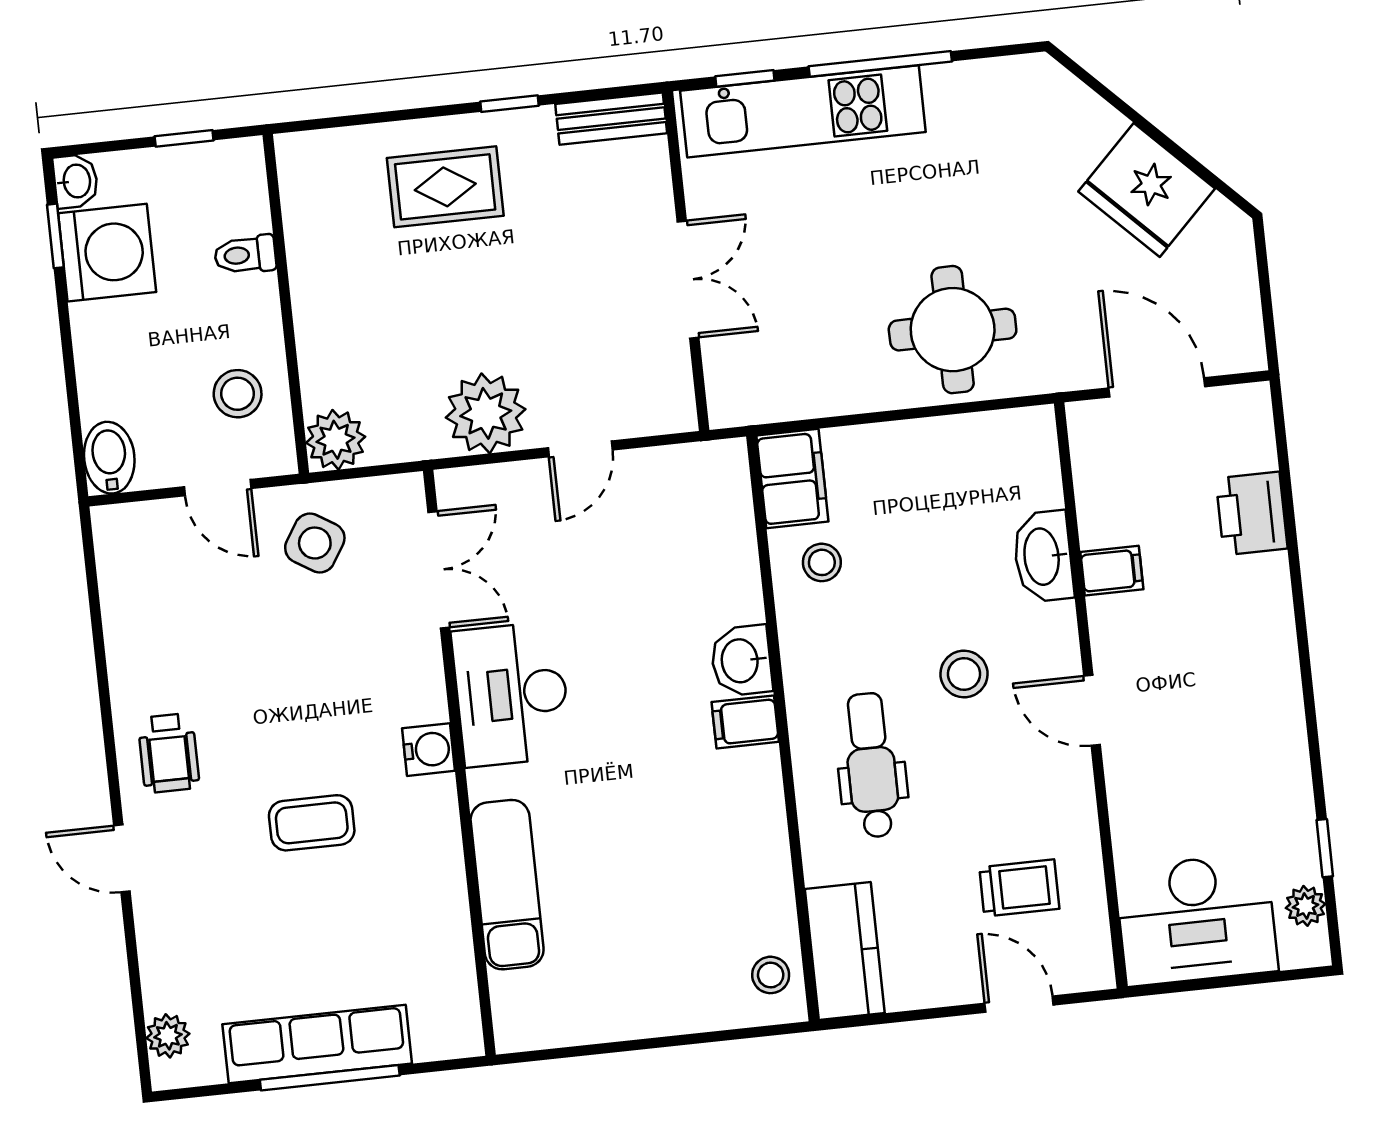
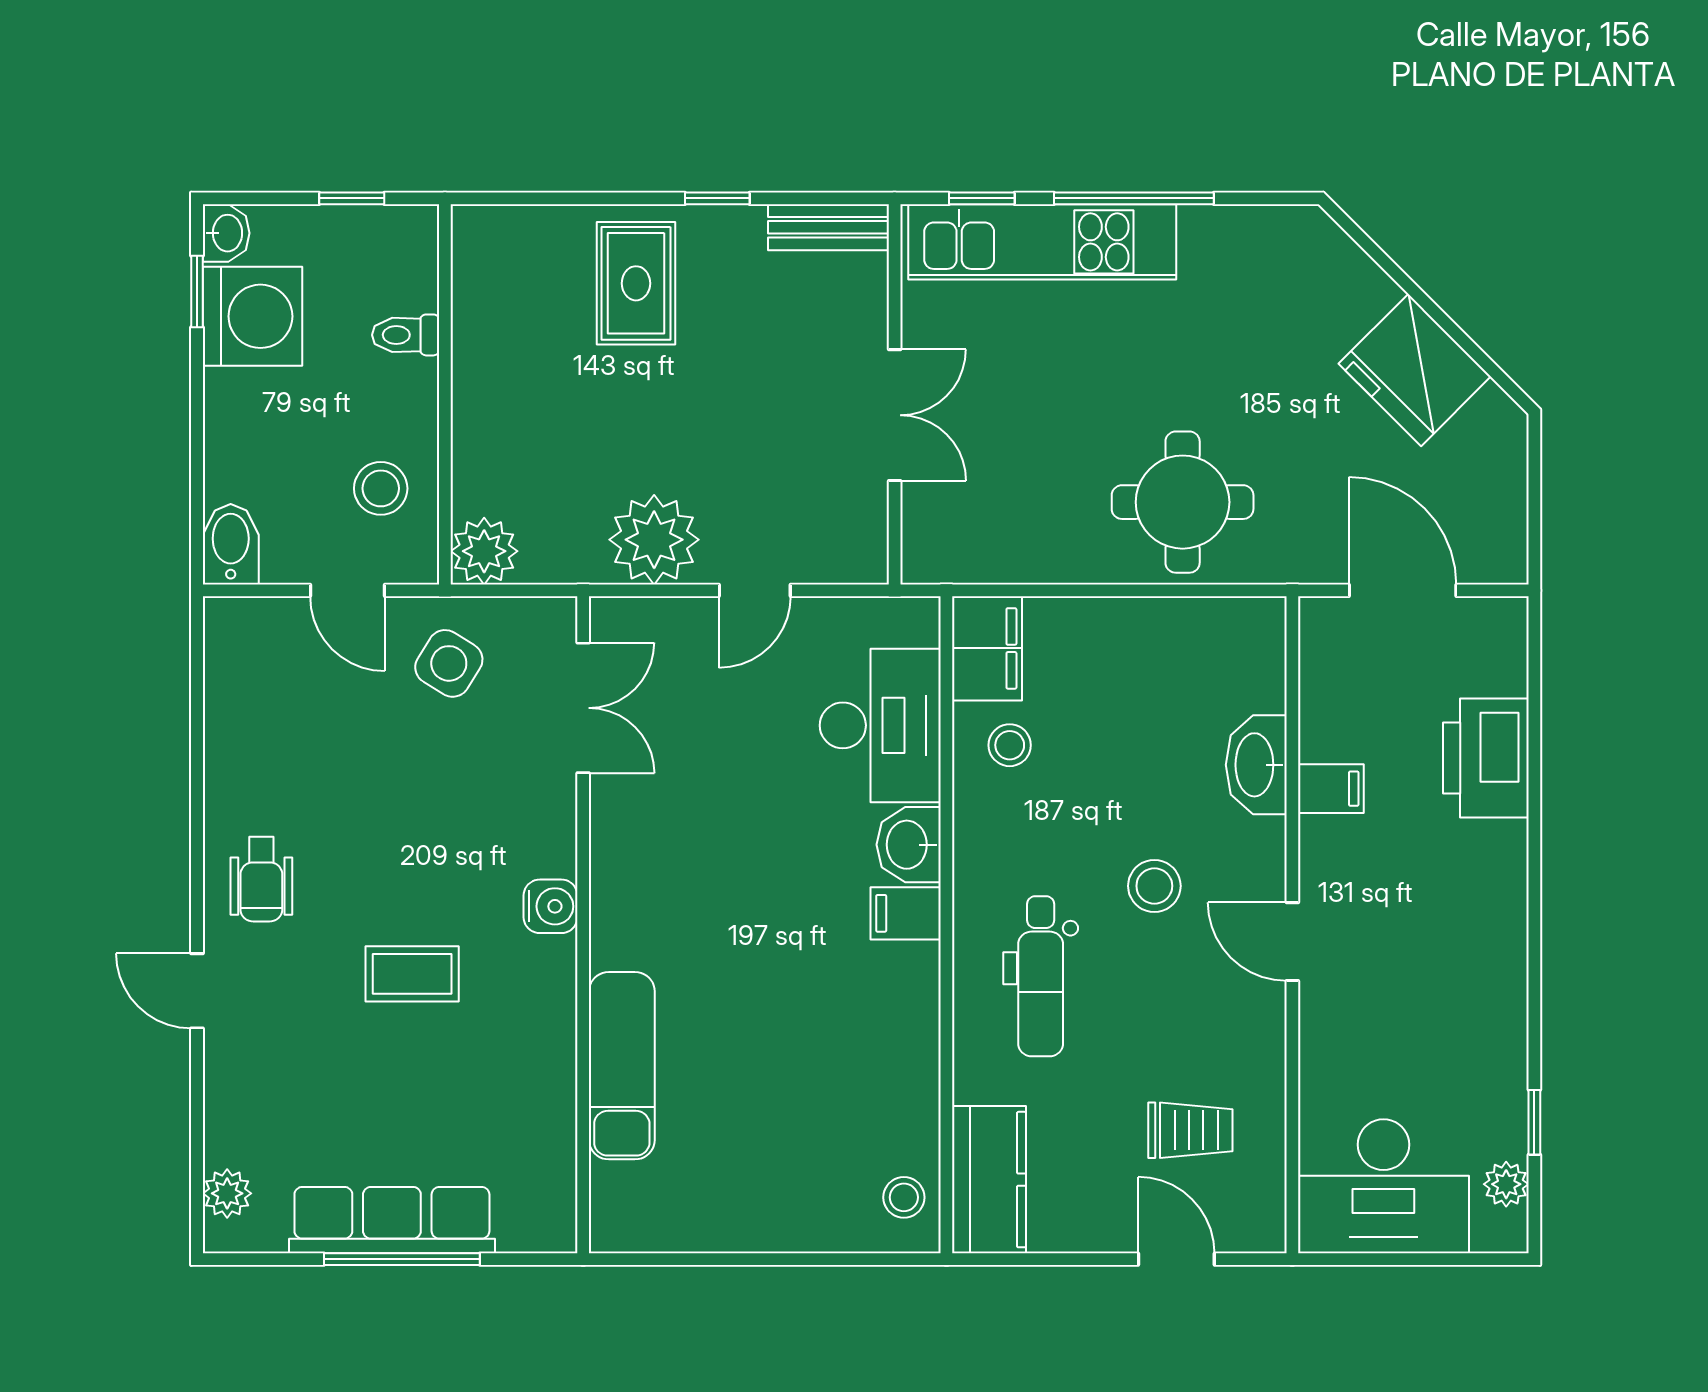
rug: (445, 187) -> (636, 283), turned 90
printer: (1252, 513) -> (1486, 758), width x1.37, depth x1.19
desk: (512, 694) -> (880, 725), moved, turned 180
dental chair: (871, 765) -> (1041, 976), turned 180

